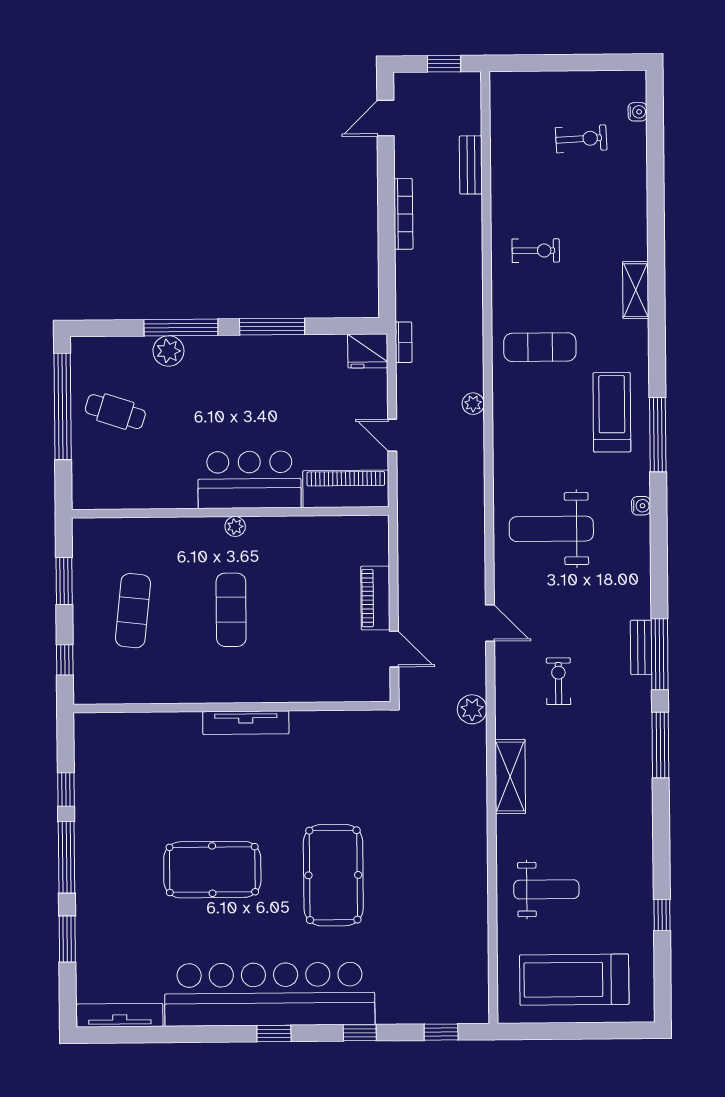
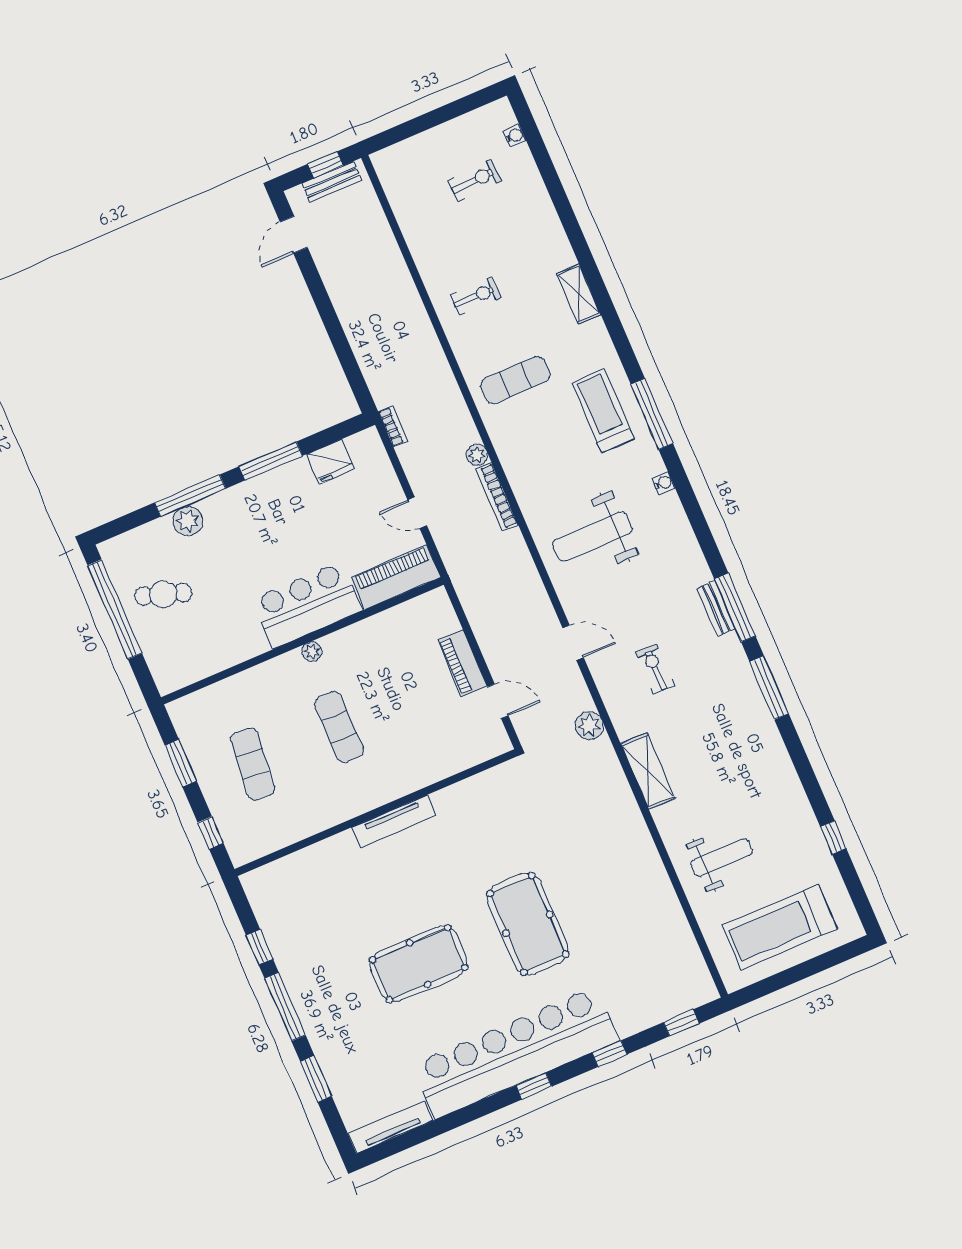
bench: (471, 165) -> (332, 182), moved, turned 90
bookcase: (403, 214) -> (497, 497), moved, turned 180
fridge: (368, 351) -> (330, 462), moved

